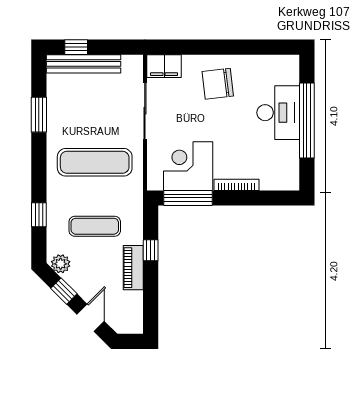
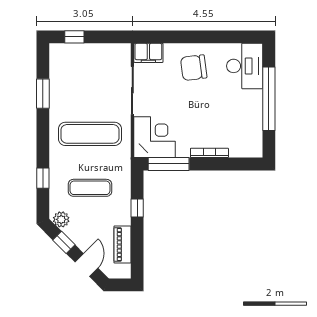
bench: (84, 64) -> (81, 51), removed
desk: (278, 113) -> (245, 66), moved
corner desk: (188, 166) -> (155, 137), moved, turned 90
piano: (133, 268) -> (122, 244), moved

